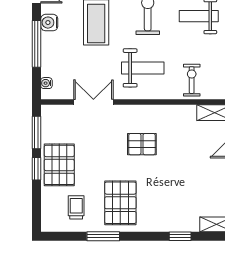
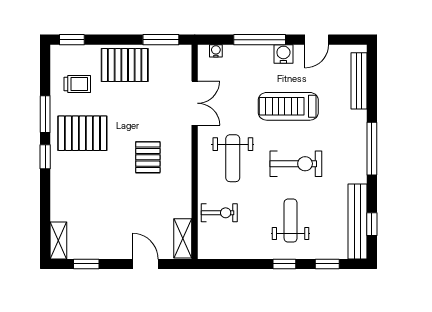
window: (36, 169) -> (72, 40), moved
window: (180, 236) -> (45, 157), moved

